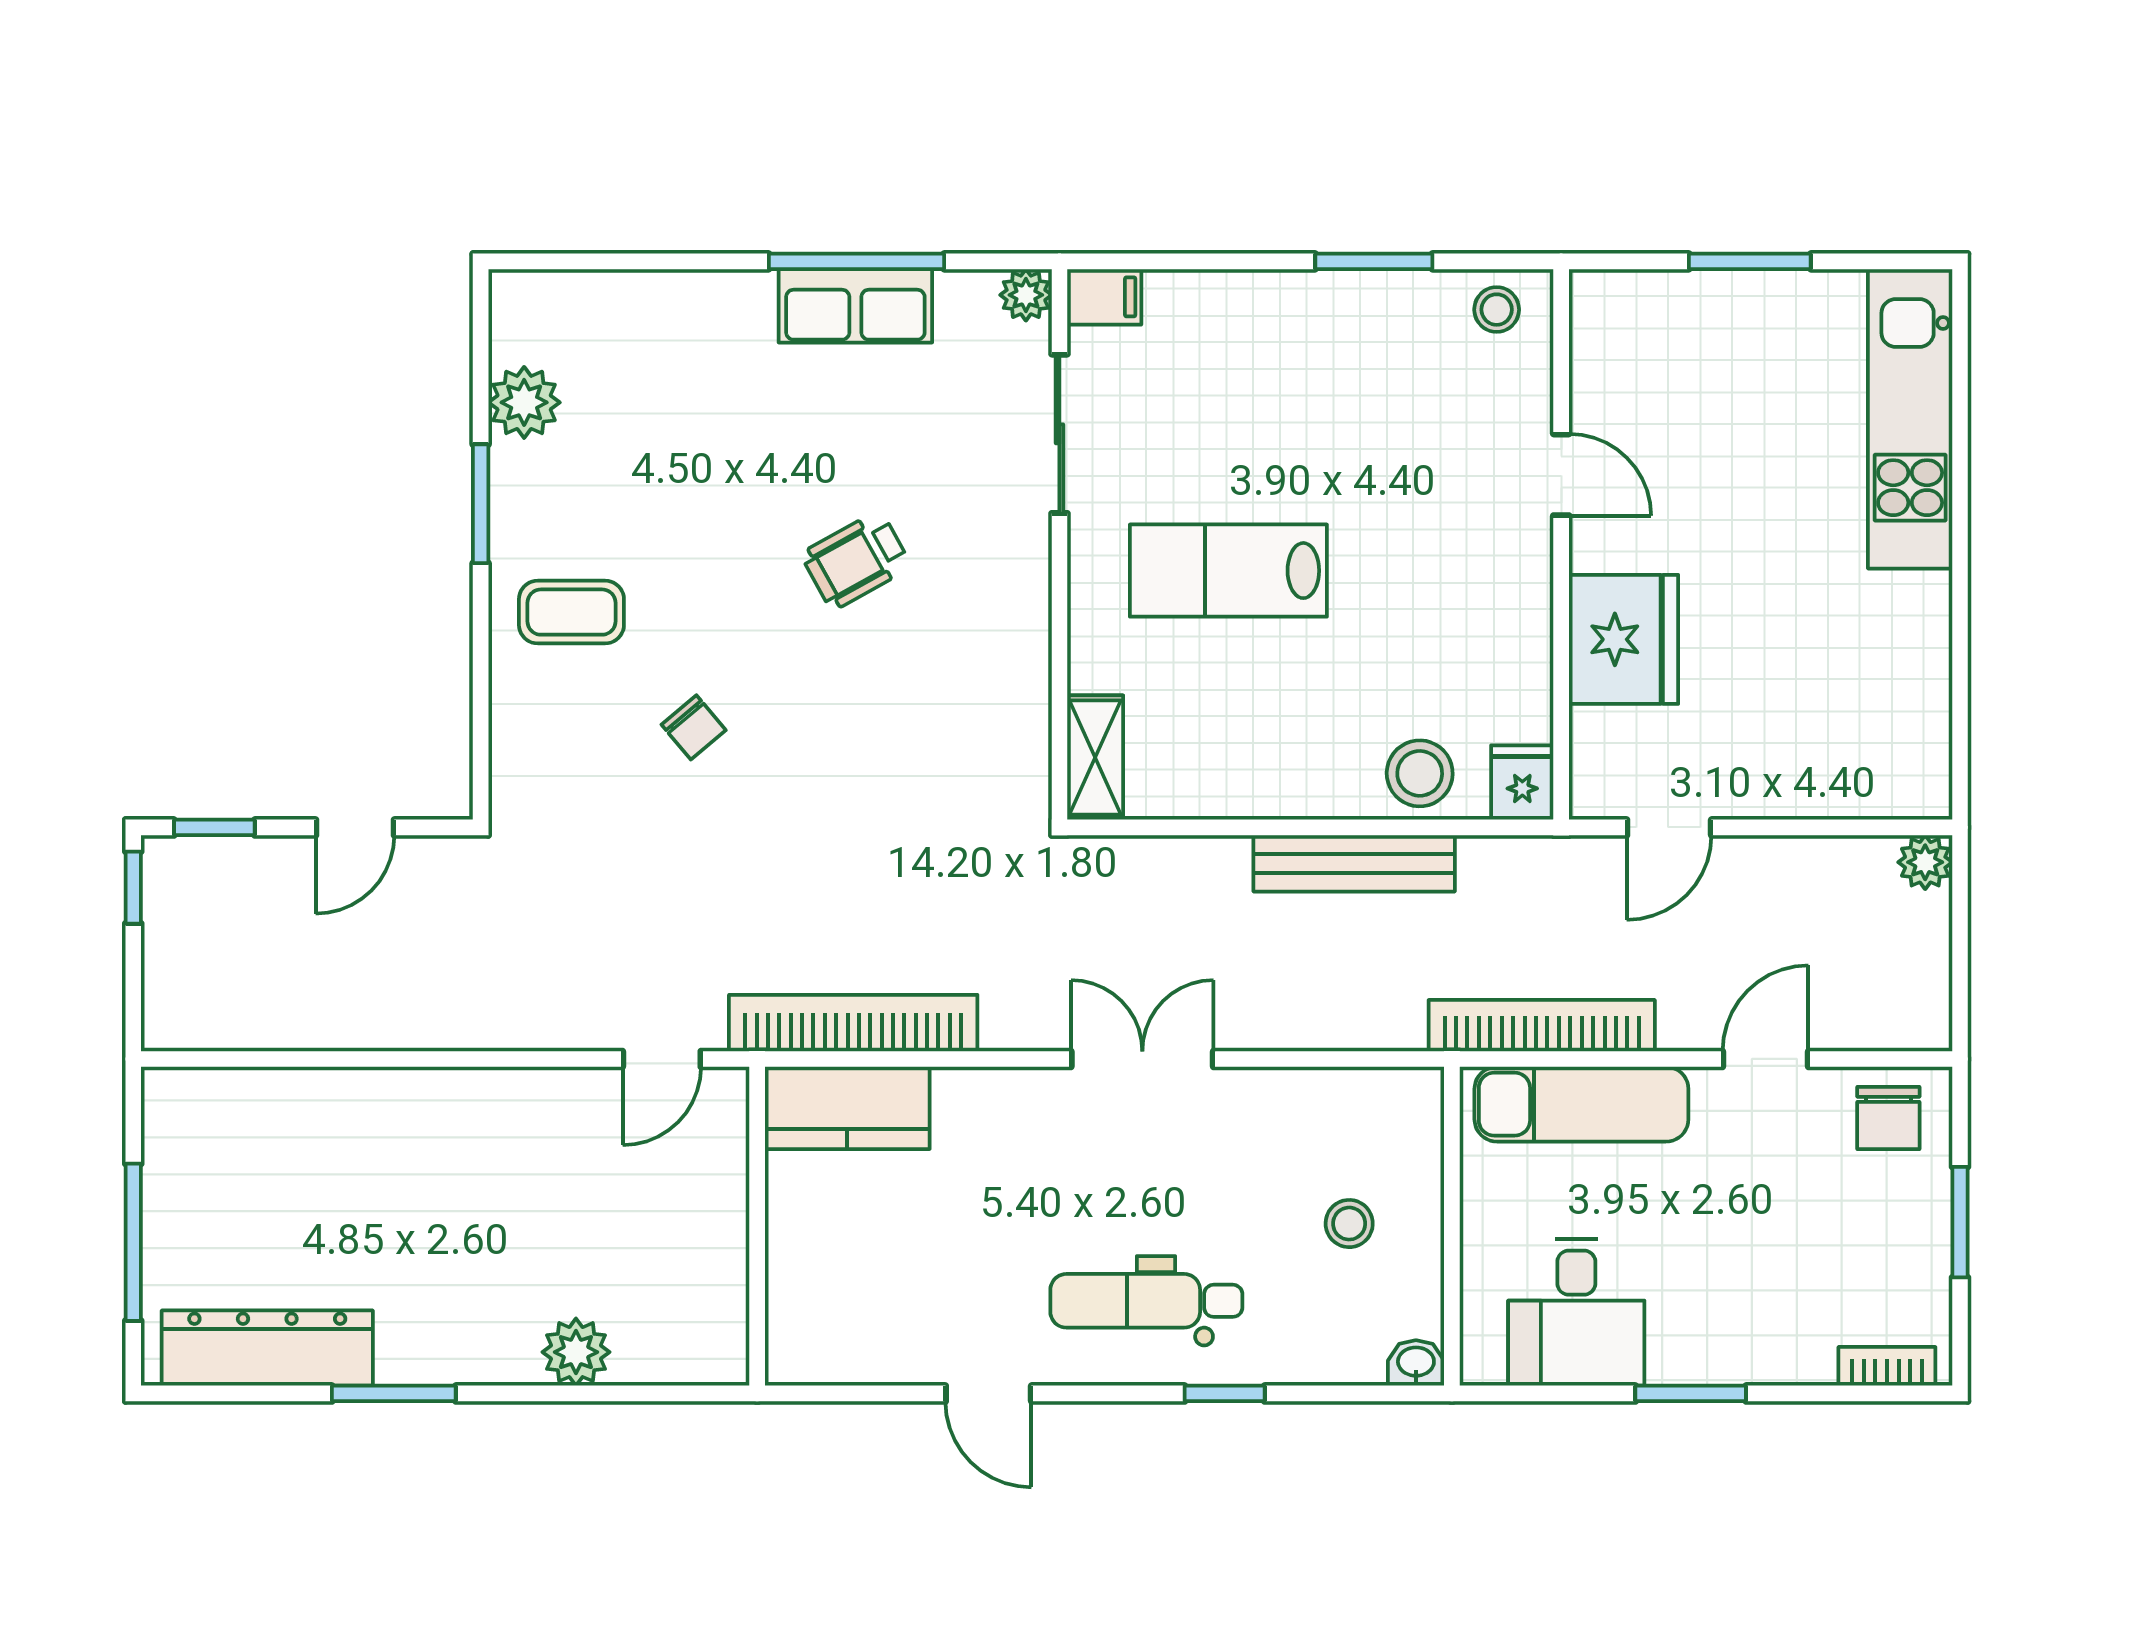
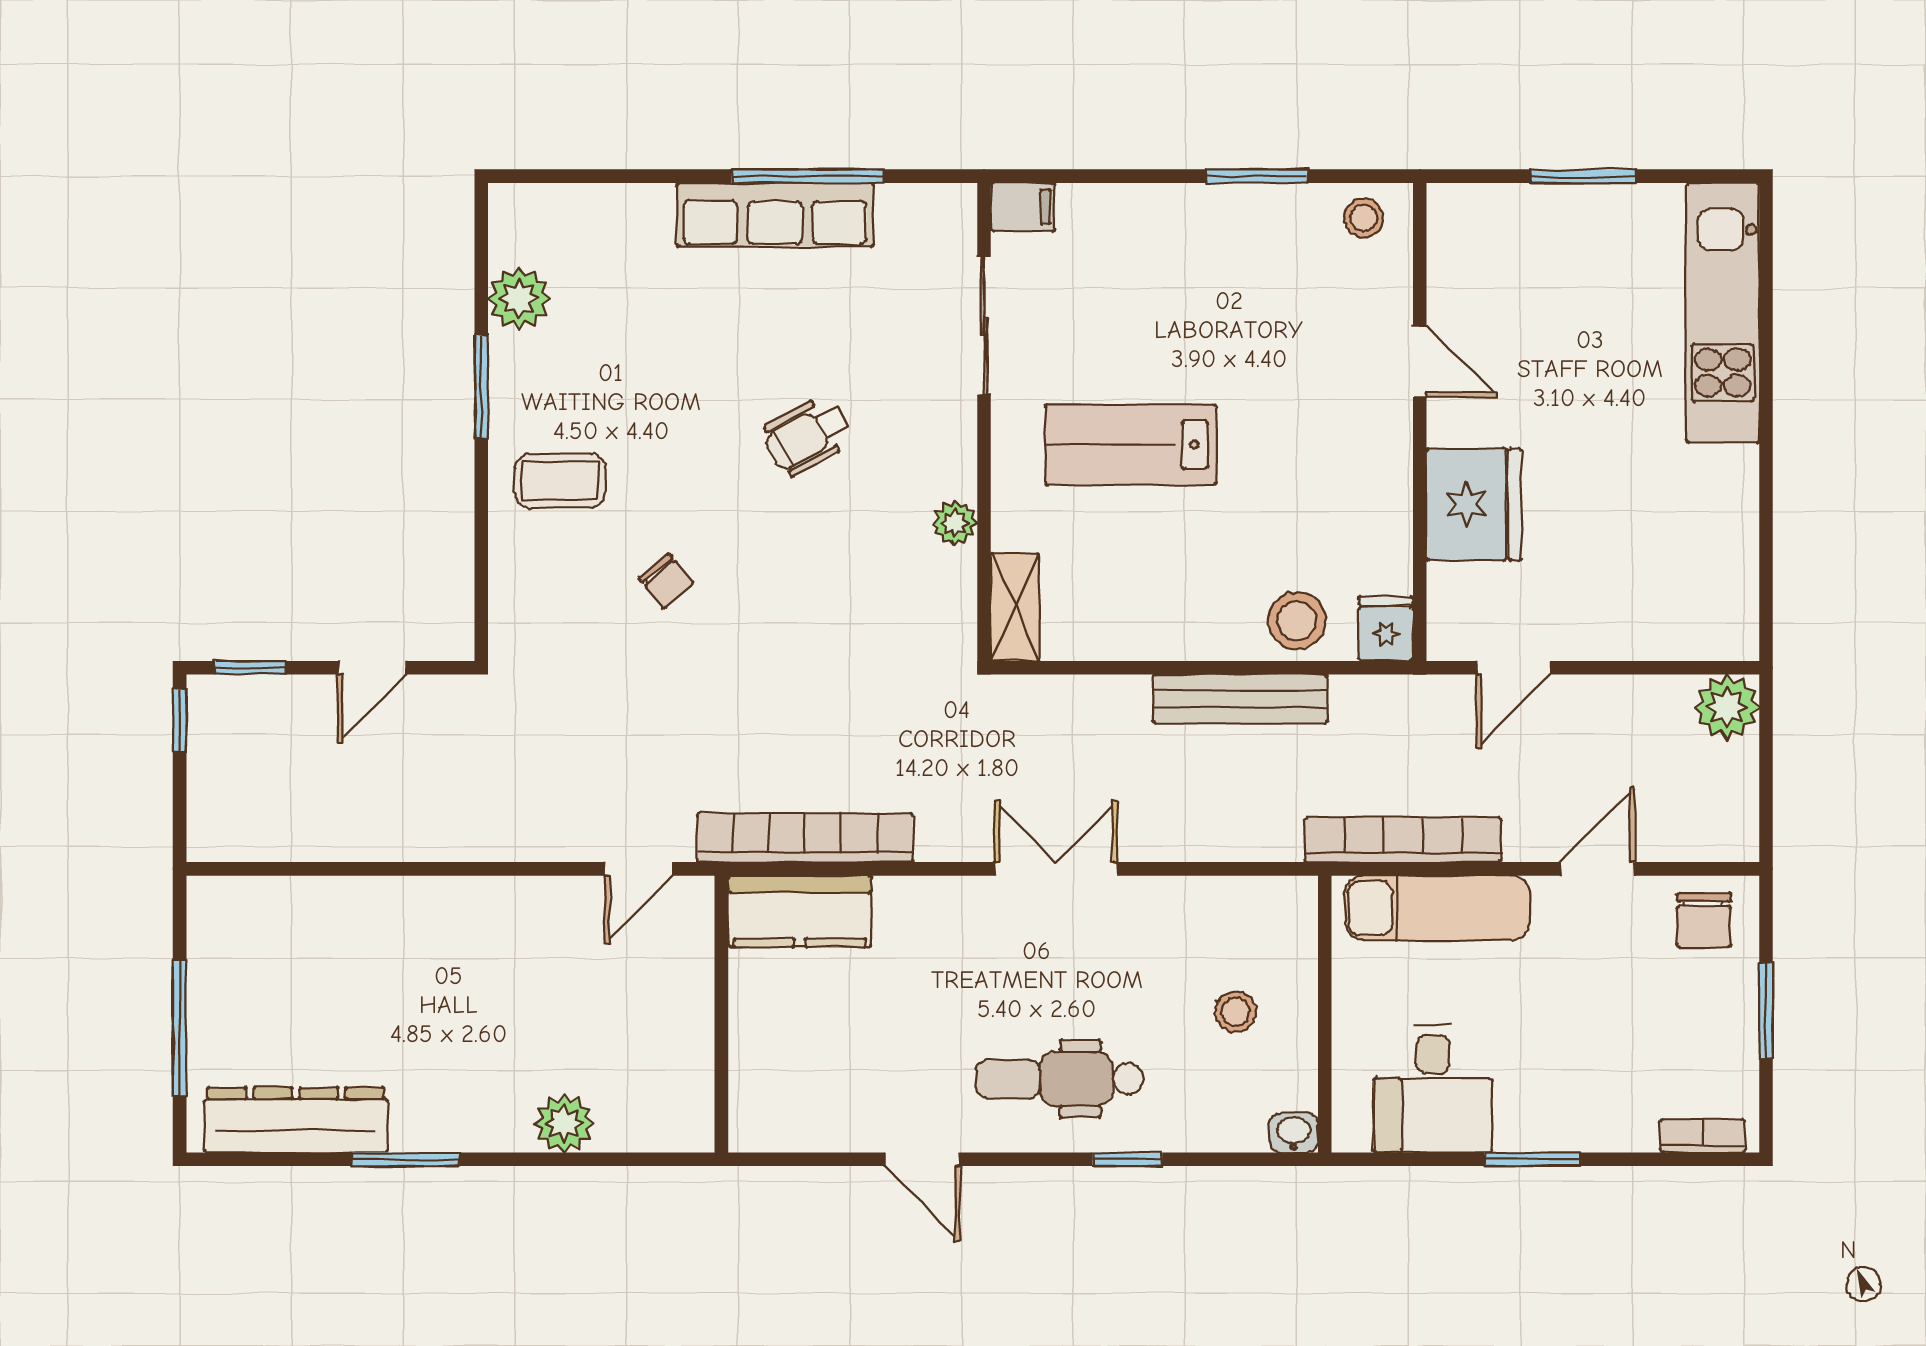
plant: (1026, 295) -> (955, 523), moved
row of seats: (855, 306) -> (775, 215), width x1.48
plant: (1925, 862) -> (1727, 707), width x1.38, depth x1.38

